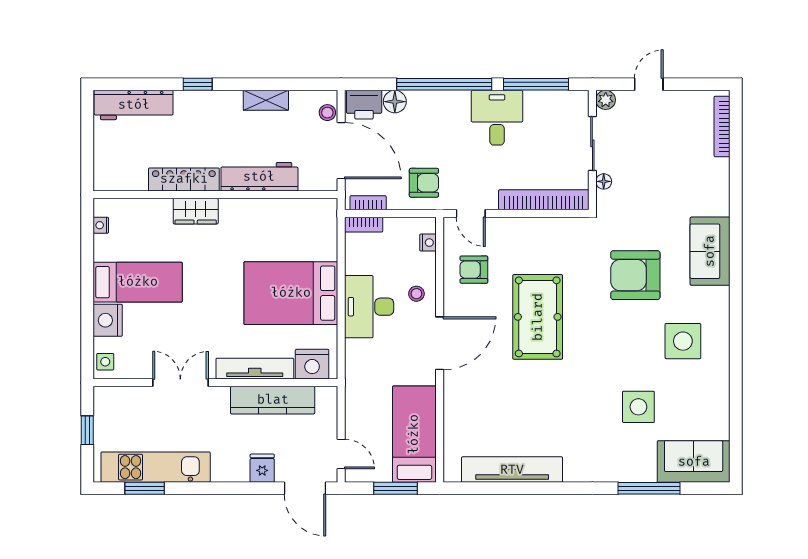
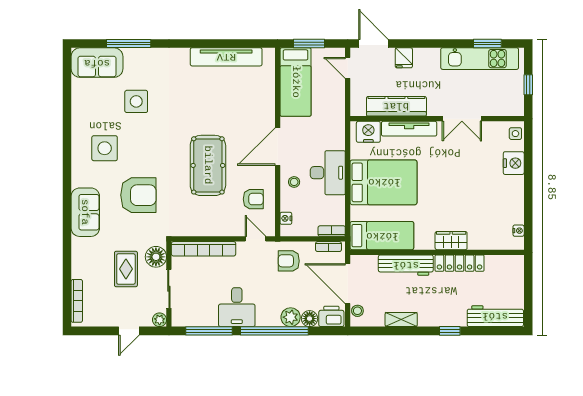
plant: (421, 104) -> (291, 317), added
rug: (653, 171) -> (126, 269), added
floor lamp: (604, 181) -> (156, 257), width x1.89, depth x1.89
bed: (138, 282) -> (382, 236), moved, turned 180

